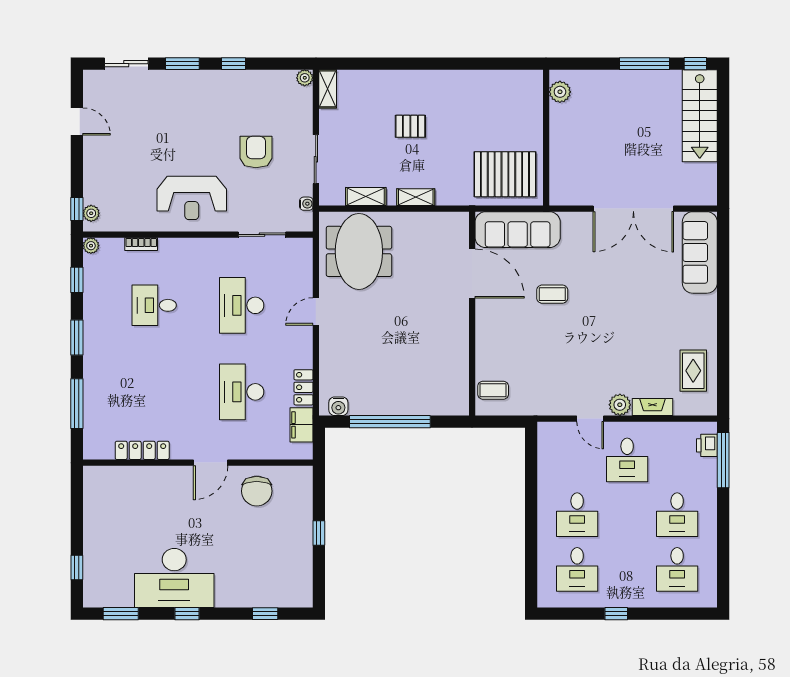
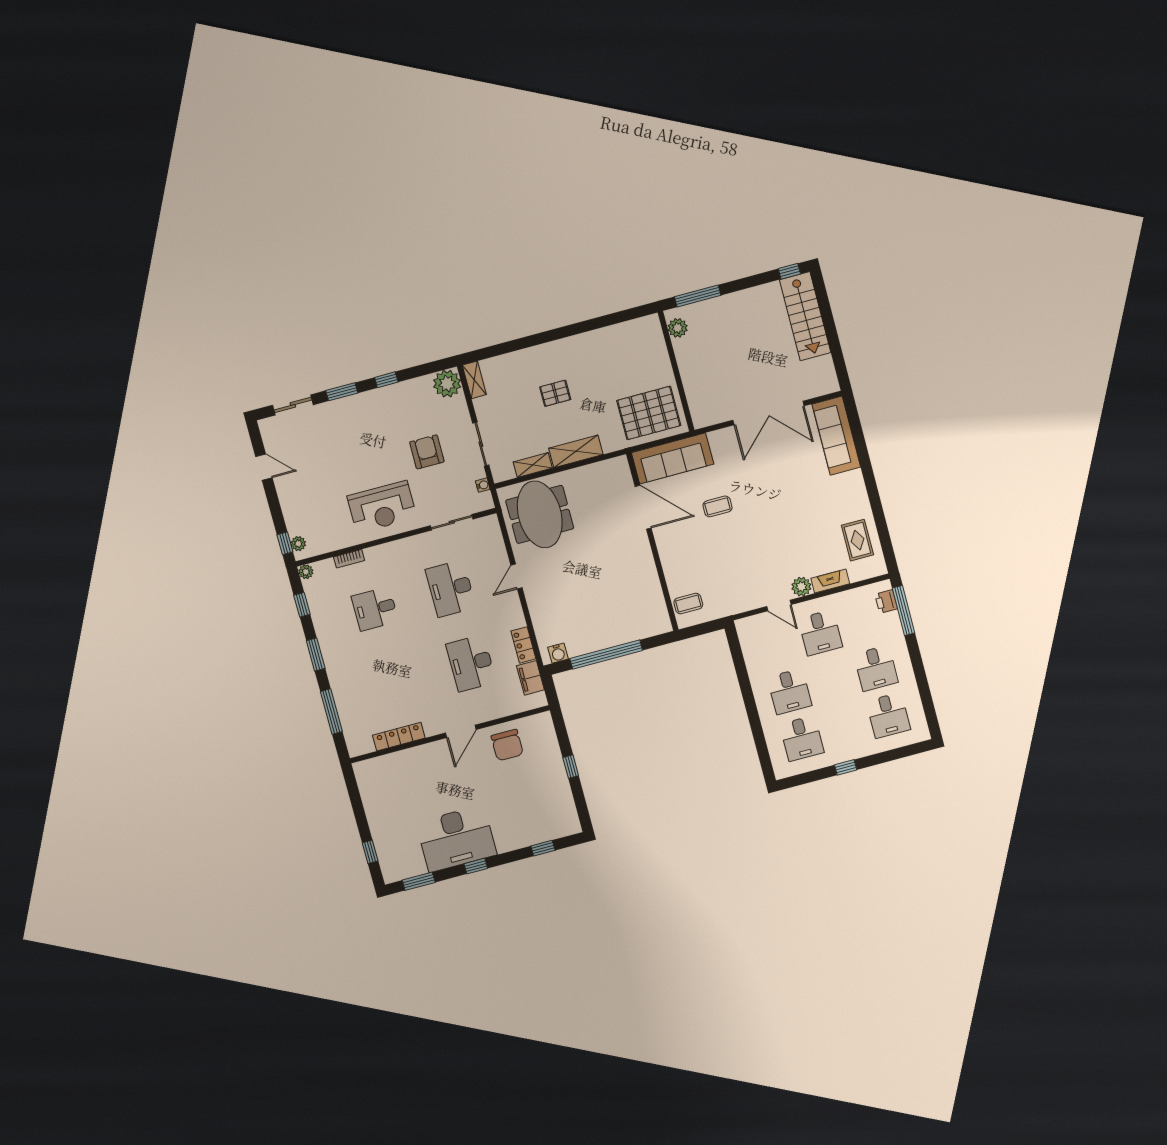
window: (645, 64) -> (698, 296), moved
plant: (305, 78) -> (447, 384), width x1.87, depth x1.87
shelving: (416, 197) -> (576, 451), width x1.50, depth x1.33

